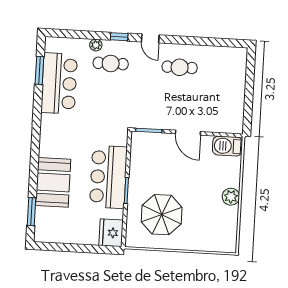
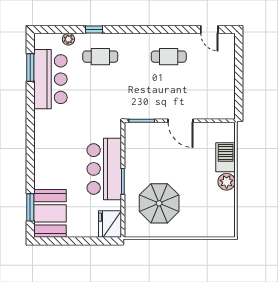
window: (119, 37) -> (94, 30), moved
door: (150, 38) -> (209, 30), moved
plant: (96, 45) -> (68, 39), moved
barbecue: (228, 146) -> (226, 157), moved, turned 90
booth: (53, 182) -> (50, 213), moved

